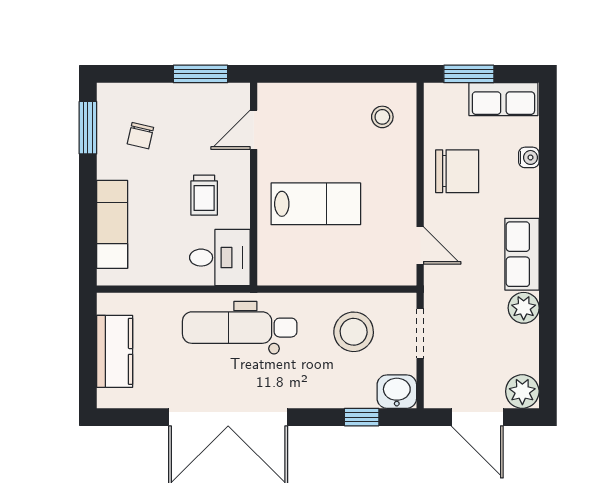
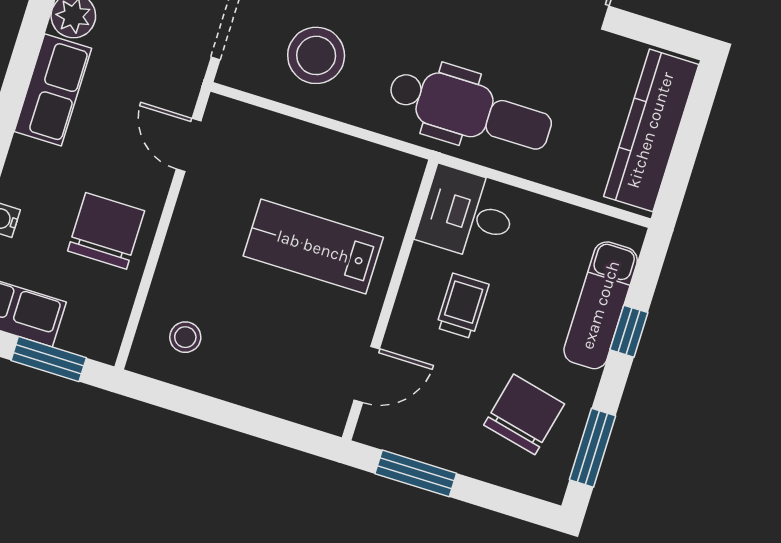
chair: (140, 136) -> (524, 414), width x1.87, depth x1.87
chair: (457, 171) -> (106, 231), turned 90
window: (88, 213) -> (629, 331), added
kitchen counter: (115, 351) -> (651, 130), width x1.50

